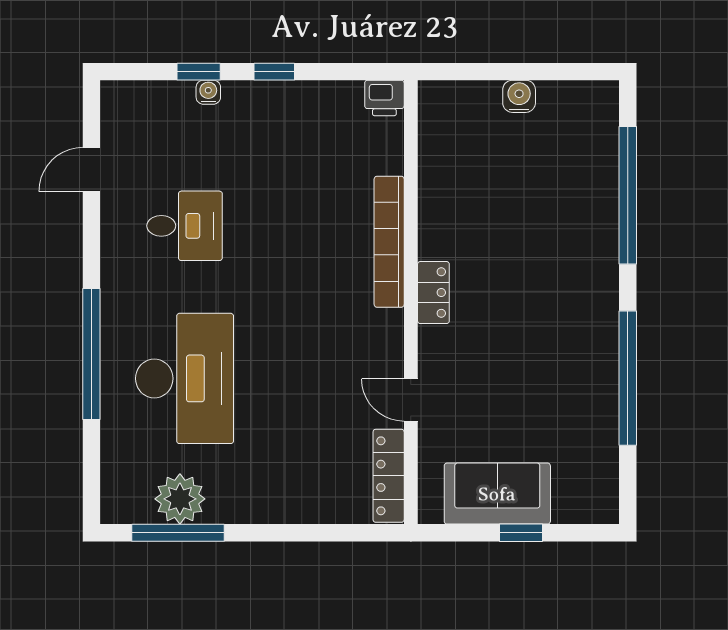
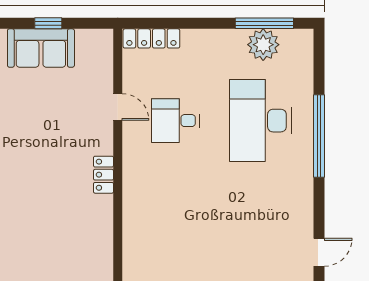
desk: (185, 226) -> (175, 121), moved
bookcase: (389, 242) -> (131, 207), removed
locker: (389, 476) -> (151, 38), moved, turned 90
sofa: (497, 494) -> (41, 48), moved

